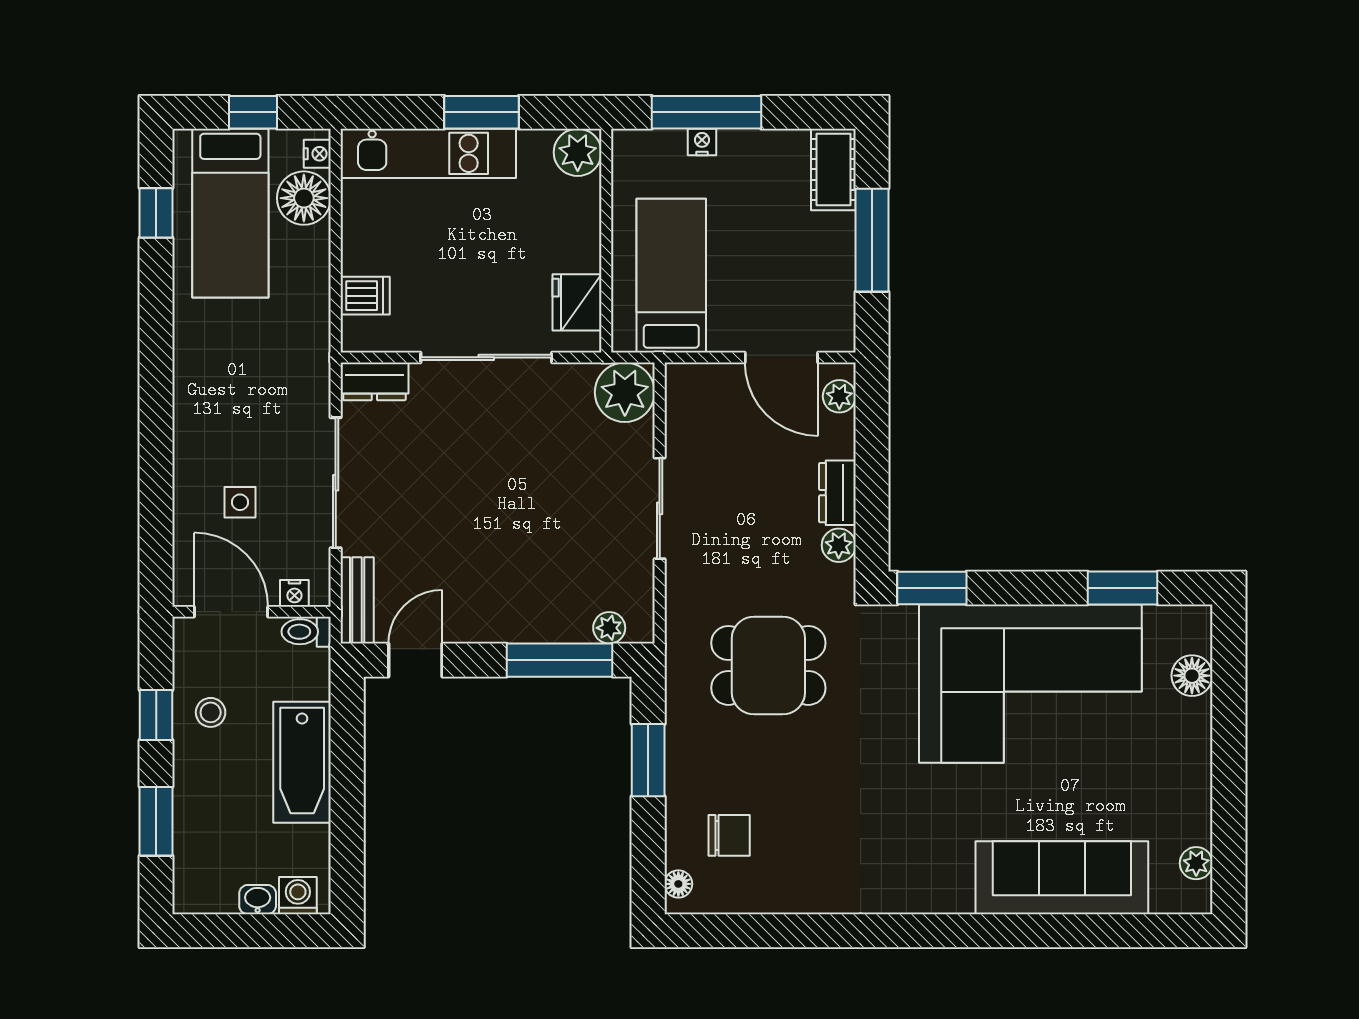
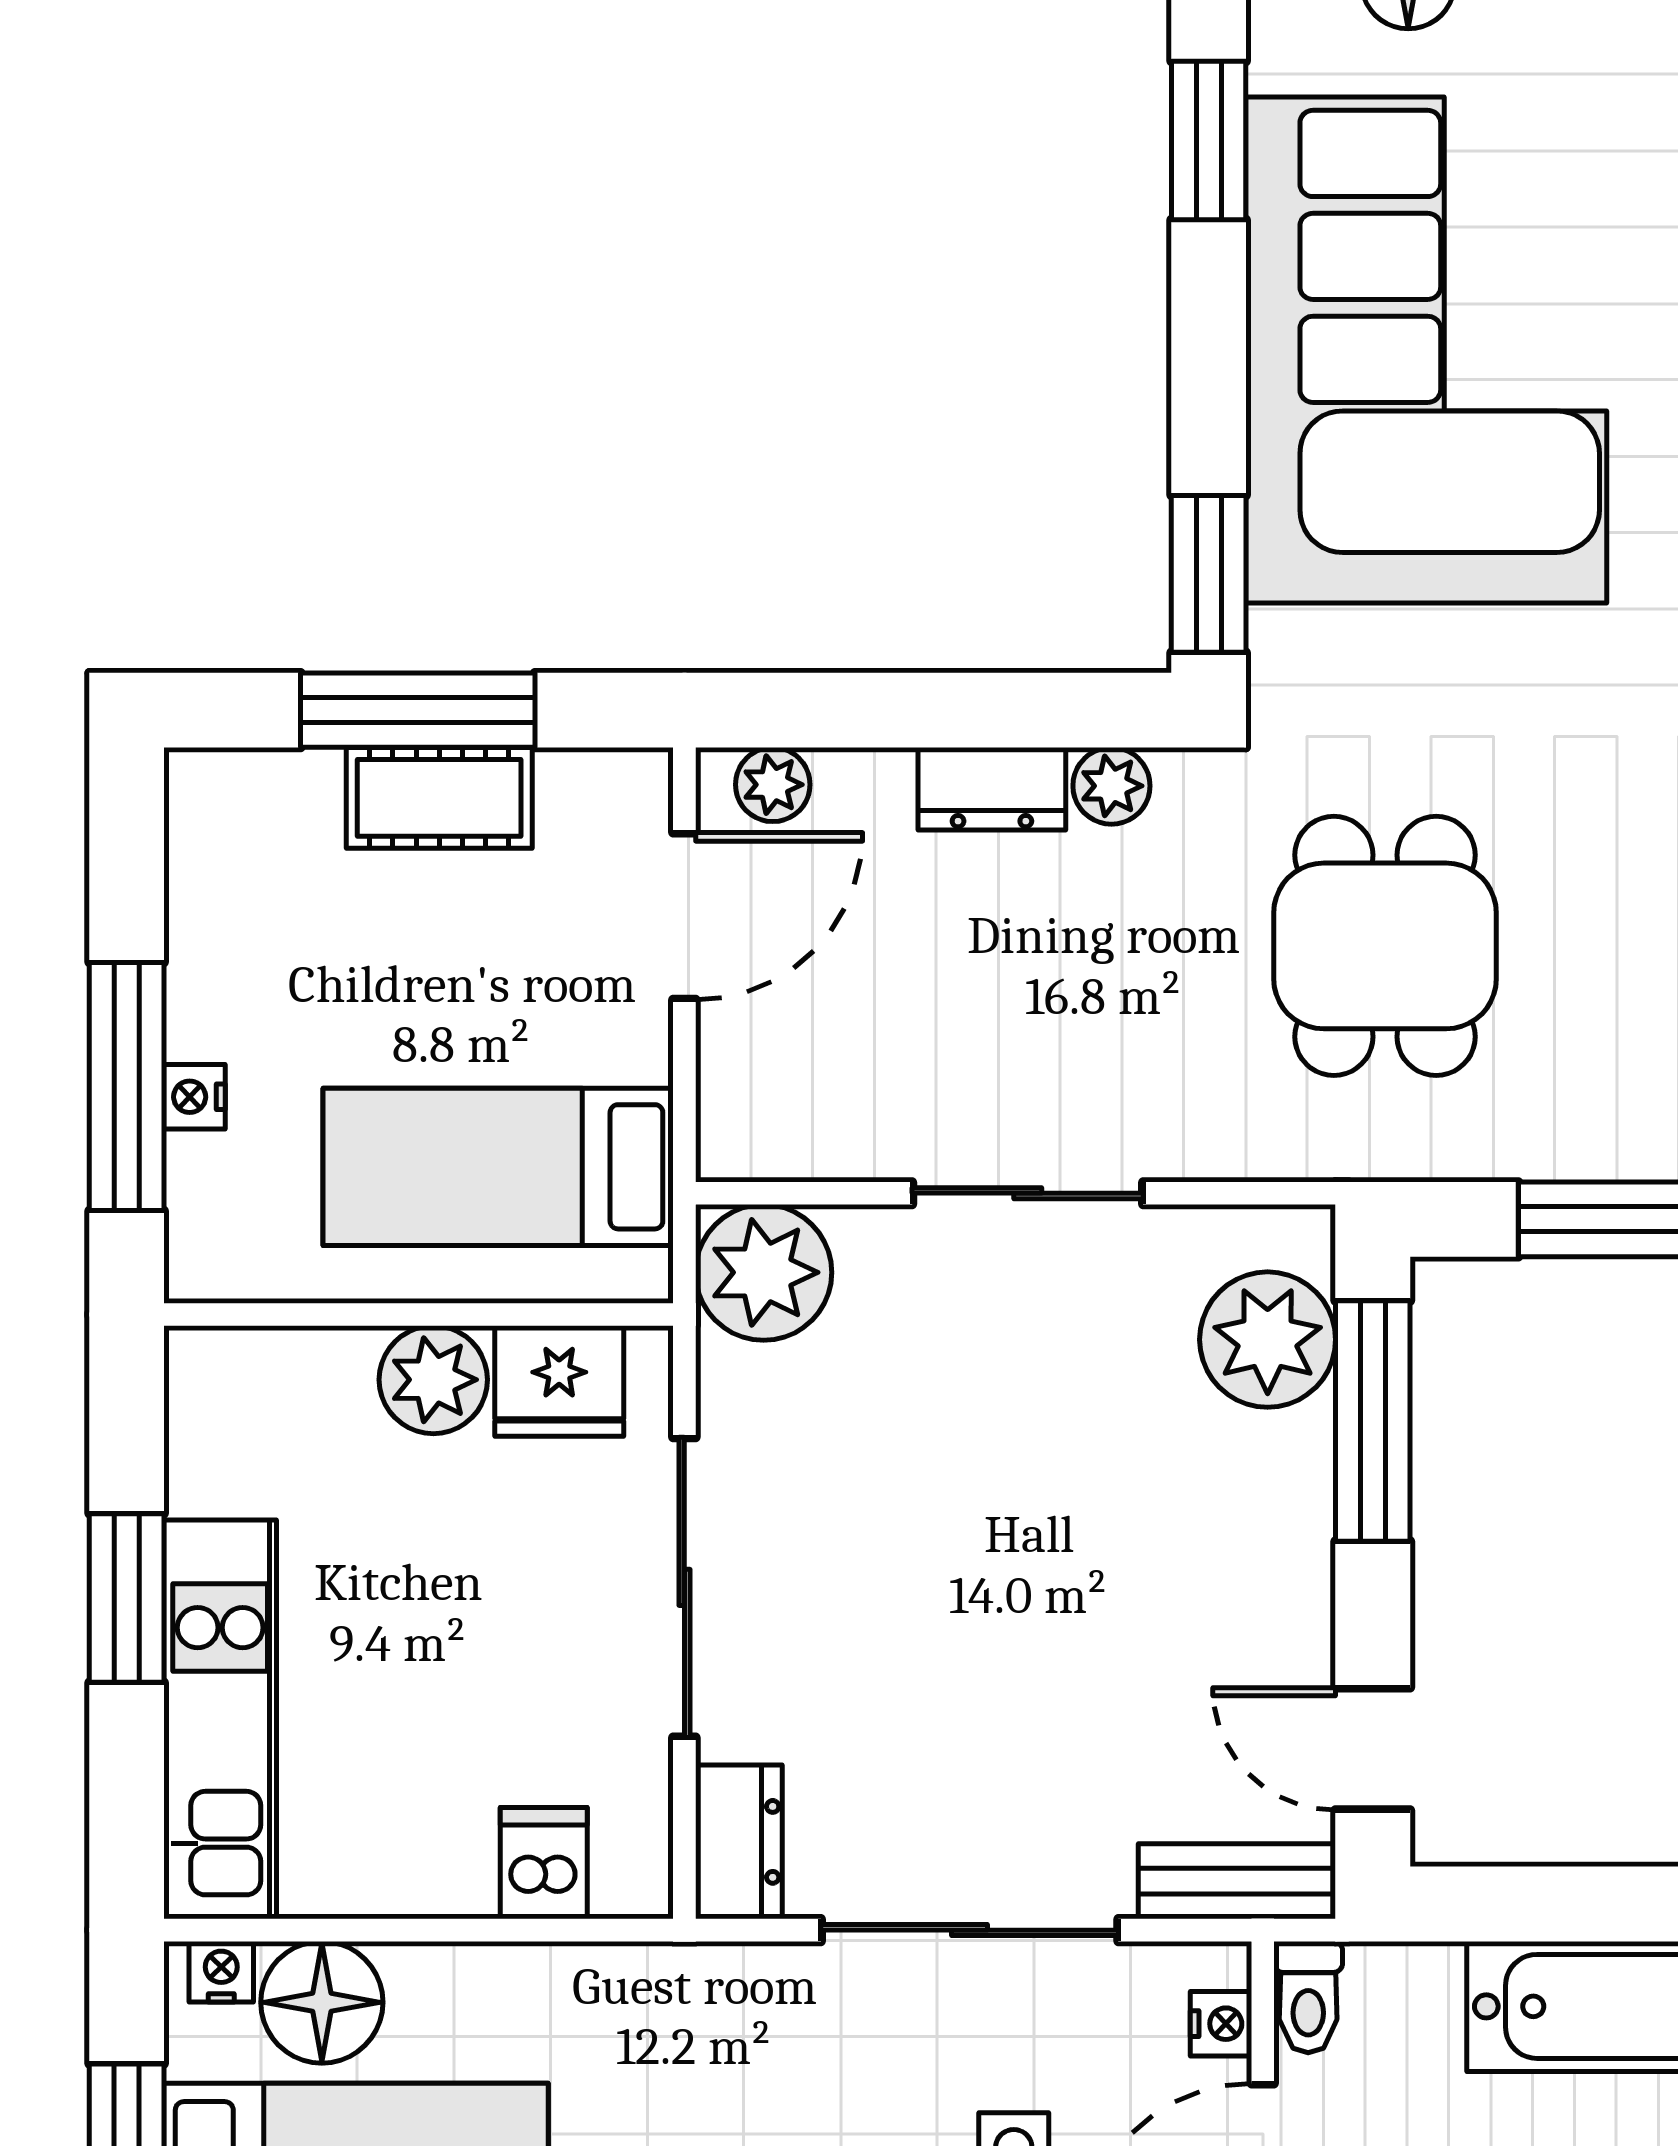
plant: (578, 152) -> (433, 1380), moved
cot: (833, 169) -> (439, 798), moved
plant: (609, 628) -> (1268, 1340), width x1.88, depth x1.88

